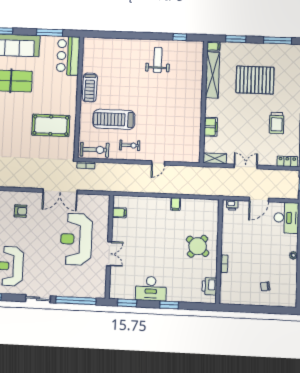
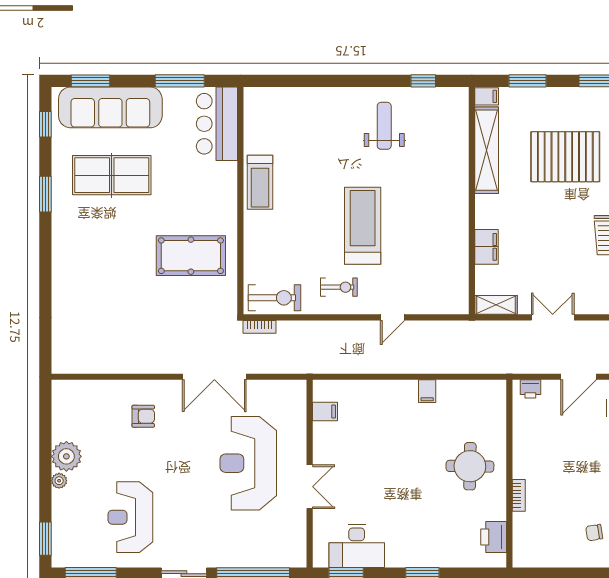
treadmill: (114, 119) -> (363, 226), moved, turned 90
round table: (198, 246) -> (470, 466), turned -38
desk: (151, 289) -> (357, 546), moved

